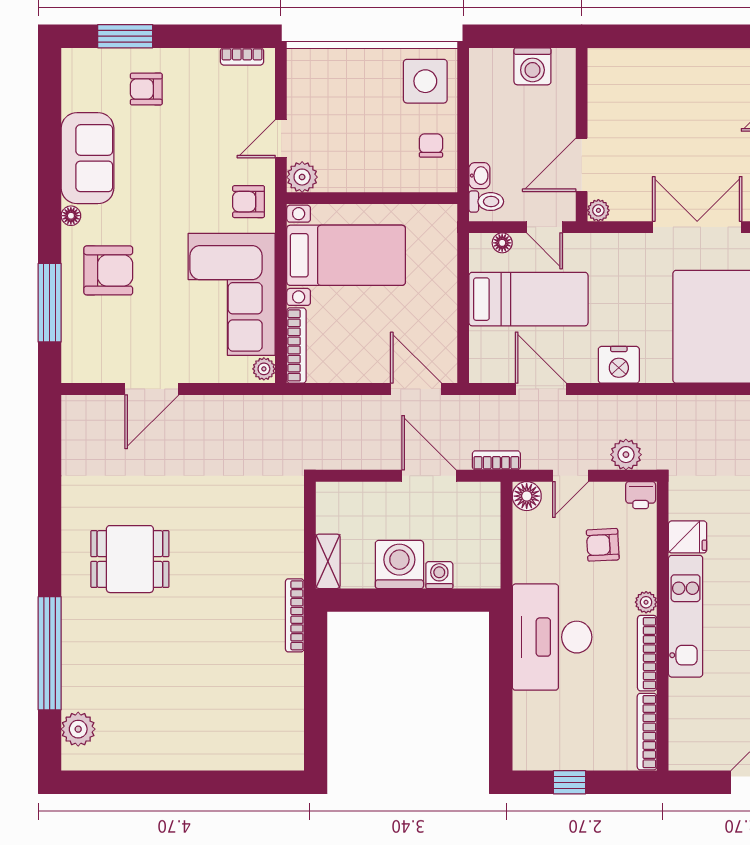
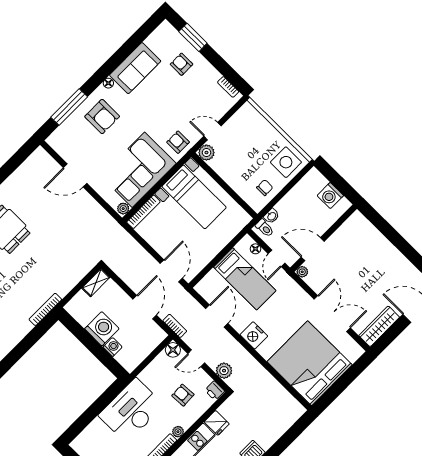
shelving: (328, 561) -> (96, 283), moved

